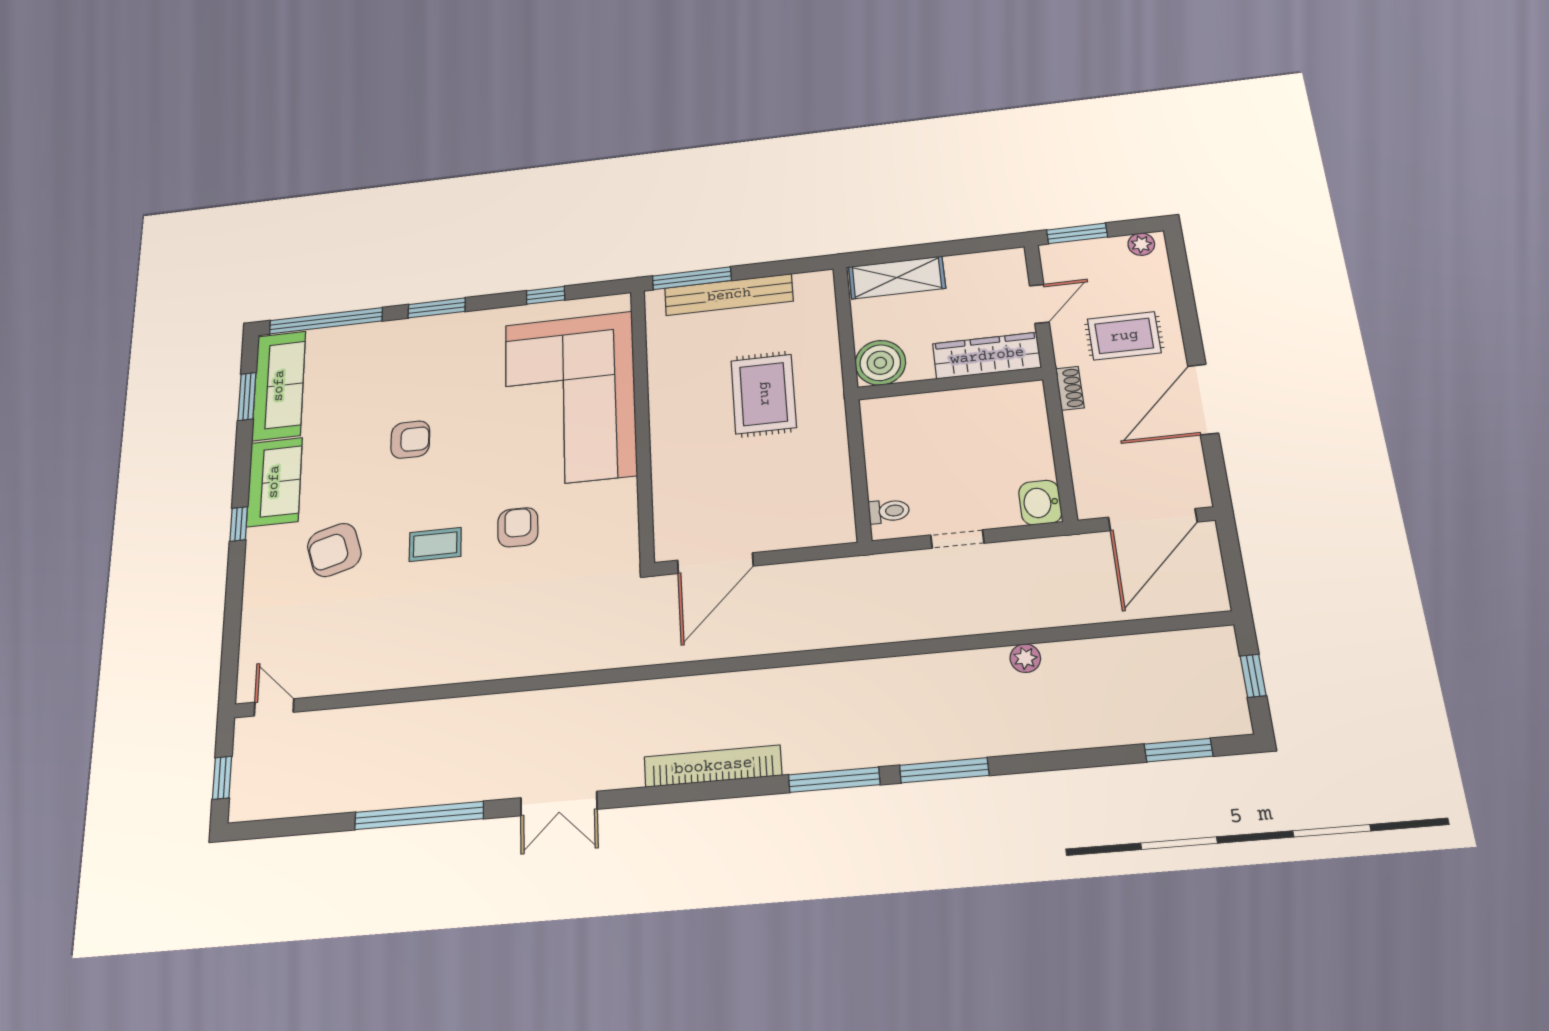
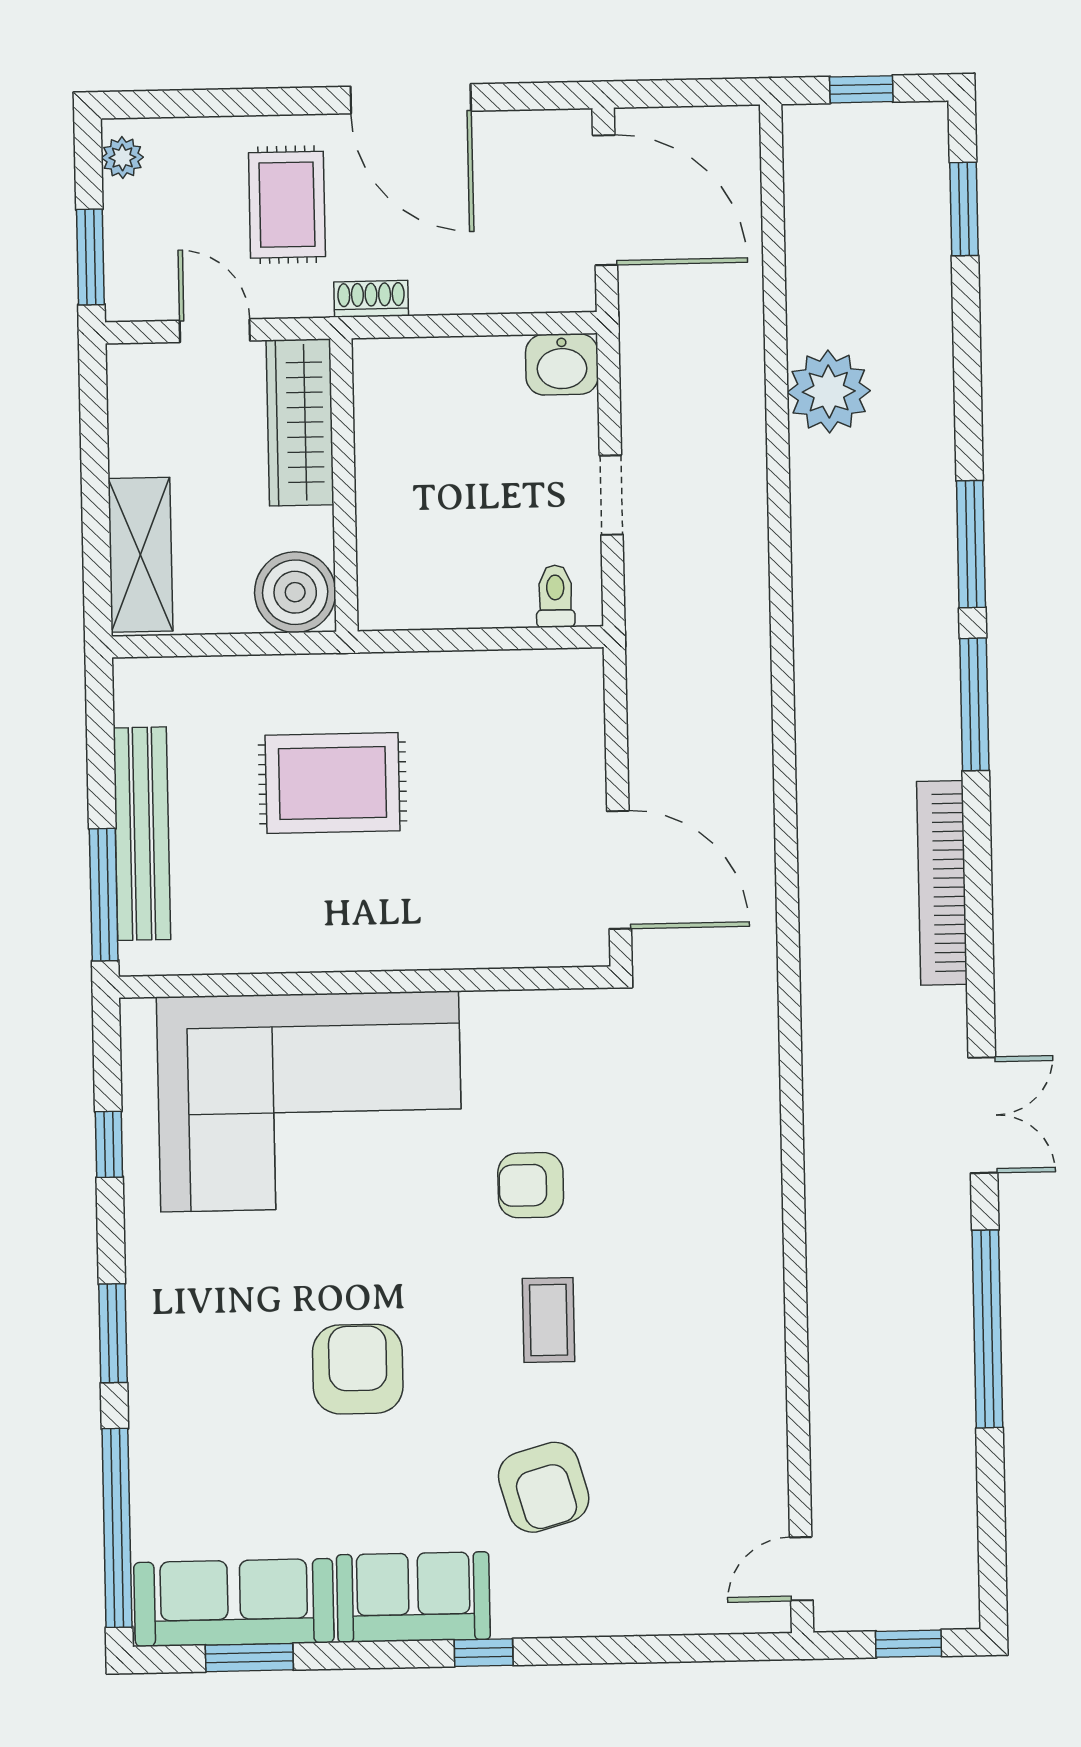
armchair: (410, 440) -> (358, 1369), width x1.38, depth x1.38
plant: (1025, 658) -> (829, 392), width x1.87, depth x1.87

